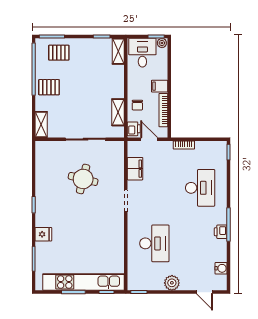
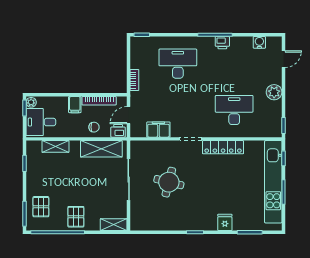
shelving: (118, 51) -> (55, 146), moved
shelving: (118, 112) -> (101, 149), width x1.50, depth x1.33
locker: (118, 232) -> (223, 147), added

